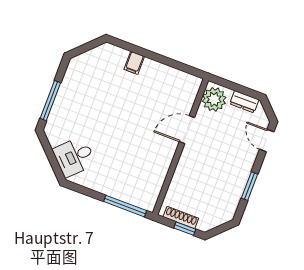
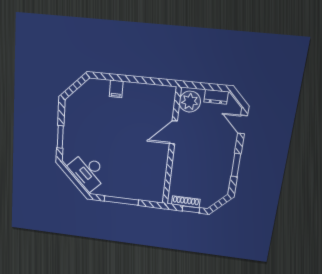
window: (50, 101) -> (60, 137), width x0.69
desk: (74, 157) -> (88, 171), width x1.37
window: (125, 206) -> (121, 200), moved

